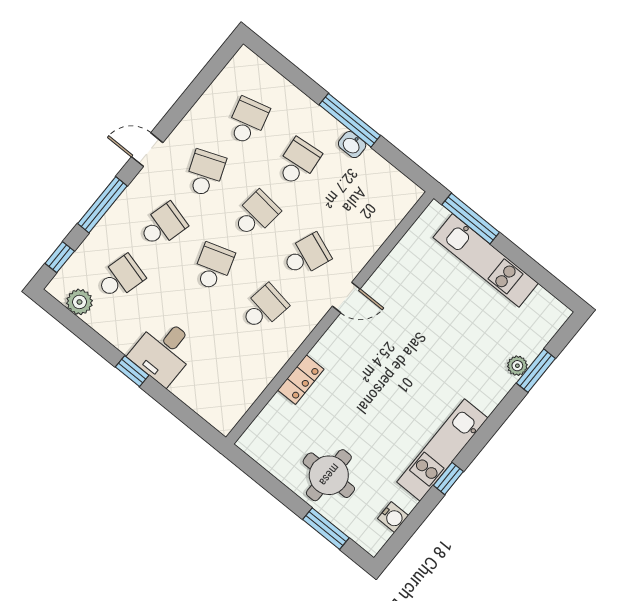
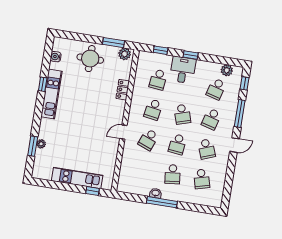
window: (471, 218) -> (92, 191), width x0.46
school desk: (221, 360) -> (158, 80), added
window: (184, 414) -> (161, 50), added
plant: (258, 446) -> (125, 54), added
window: (326, 529) -> (114, 43), moved

